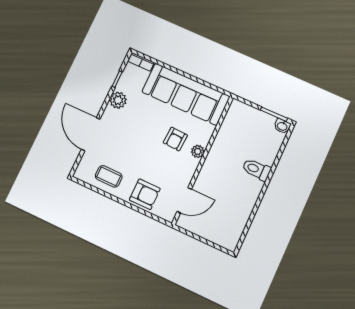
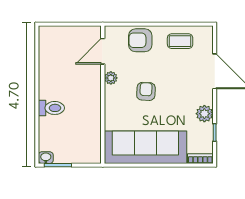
armchair: (175, 139) -> (146, 91), moved
plant: (198, 151) -> (111, 78), moved

